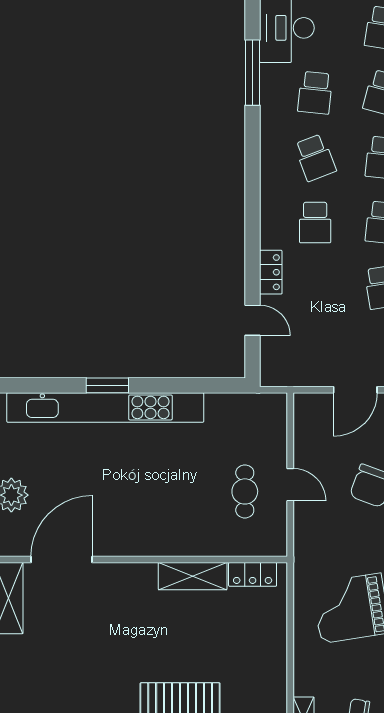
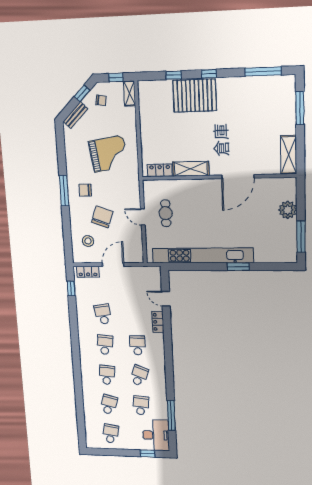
school desk: (315, 158) -> (139, 376), turned 42
kitchen unit: (105, 407) -> (203, 256), moved
door: (61, 559) -> (238, 177), moved

